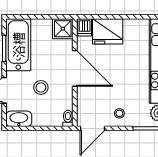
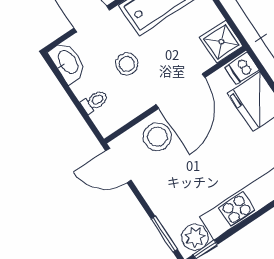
stool: (119, 113) -> (157, 137), moved, width x1.89, depth x1.89
toilet: (68, 118) -> (95, 102), moved

